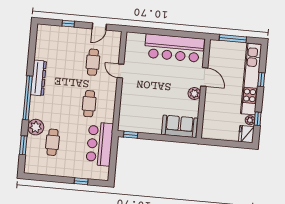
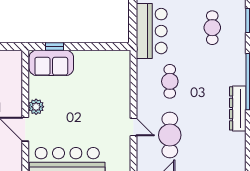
cafe table: (93, 62) -> (170, 135), width x1.37, depth x1.35
plant: (36, 127) -> (236, 45), removed
window: (131, 135) -> (55, 46), moved

